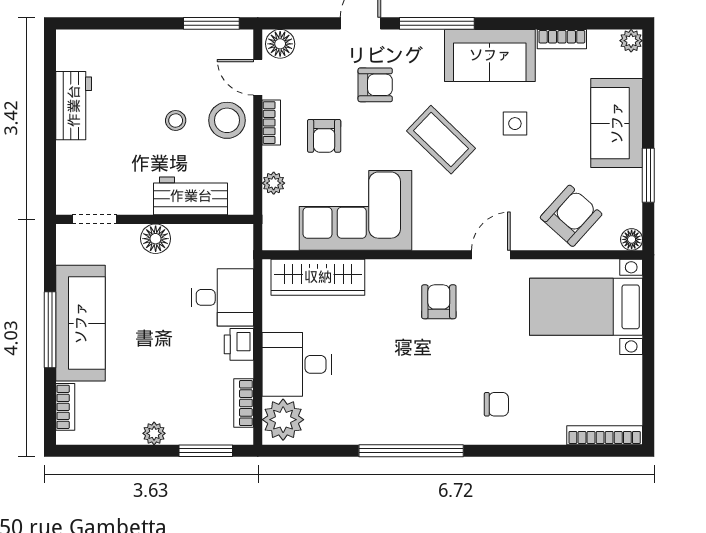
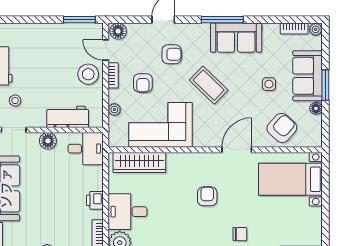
window: (437, 23) -> (222, 20), moved
bookcase: (562, 39) -> (294, 29), moved
stool: (176, 120) -> (15, 101), moved
side table: (515, 124) -> (269, 84), moved
window: (648, 175) -> (325, 85), moved
floor lamp: (632, 239) -> (316, 108), moved
door: (491, 255) -> (237, 150), width x1.38
desk: (222, 297) -> (86, 149), moved
armchair: (439, 302) -> (207, 196), moved

